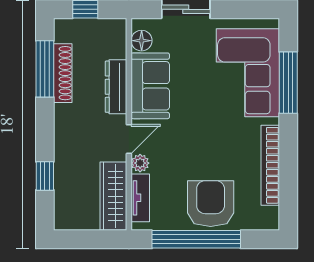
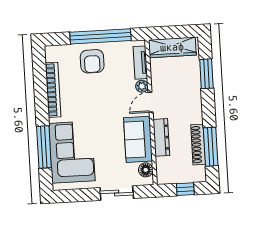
window: (45, 176) -> (206, 74), width x1.50
wardrobe: (113, 196) -> (172, 47), moved, turned 90
armchair: (211, 204) -> (92, 61), width x0.73, depth x0.73

